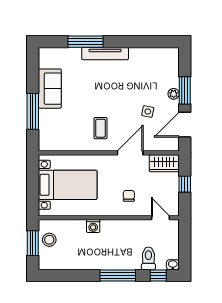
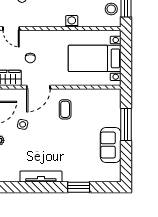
window: (86, 42) -> (79, 187), width x0.69
tv unit: (105, 54) -> (41, 176), moved
chair: (129, 196) -> (30, 58), moved

